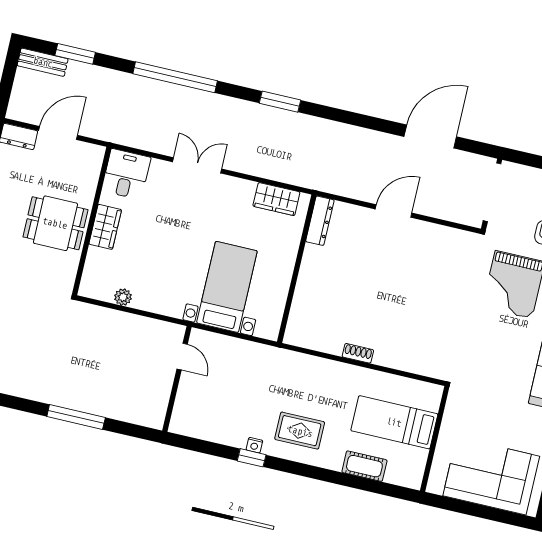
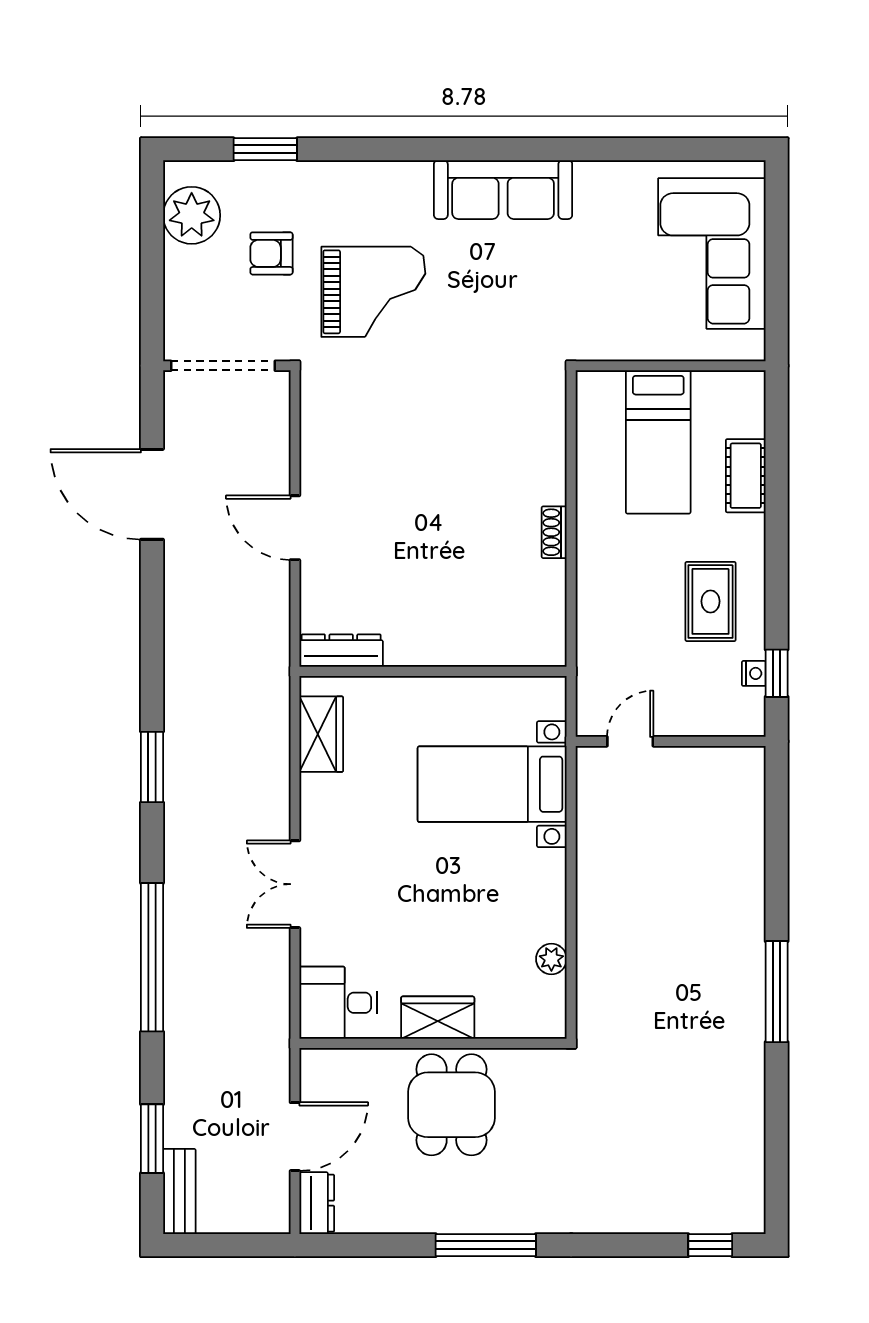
door: (58, 133) -> (295, 1137), swing flipped
door: (182, 357) -> (630, 741), moved
wall: (177, 379) -> (671, 741), moved

